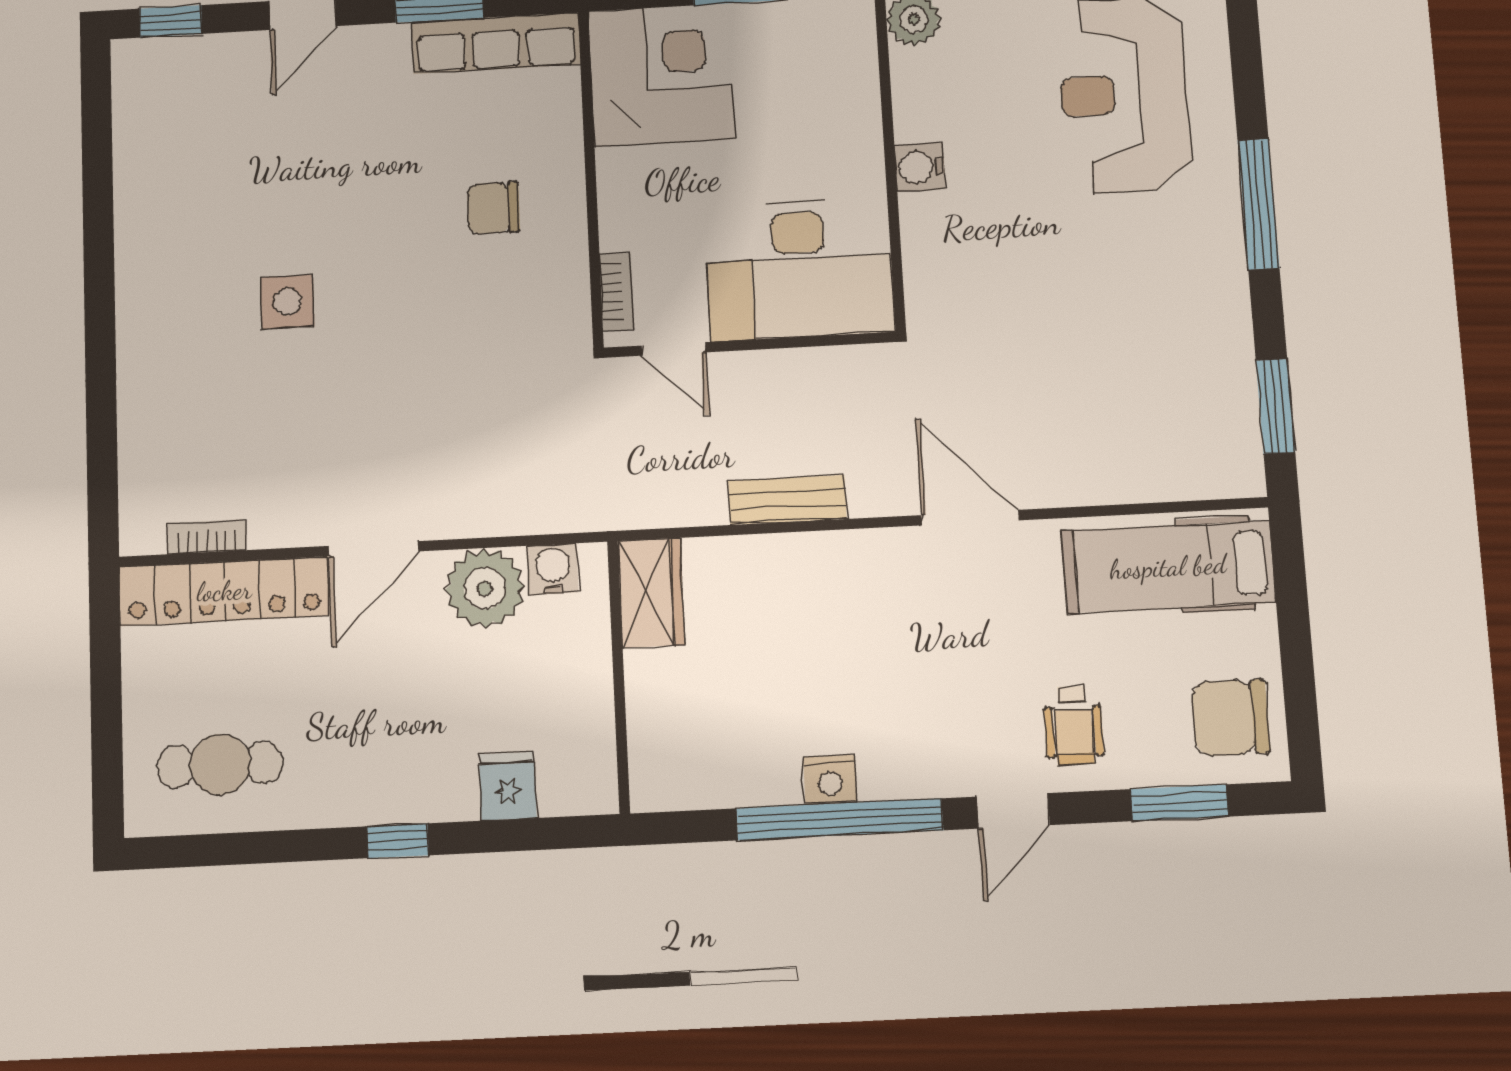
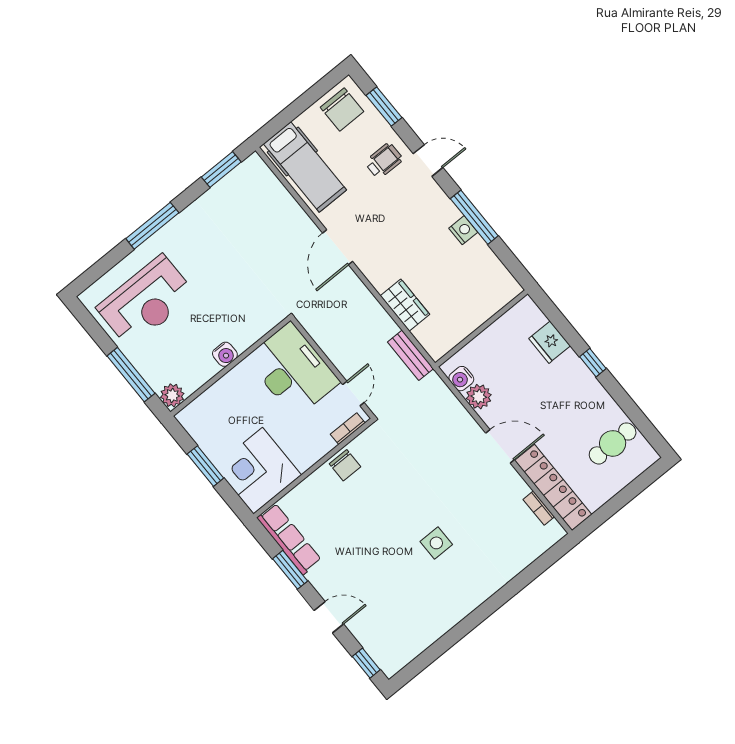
chair: (493, 208) -> (345, 465), moved
bench: (787, 500) -> (411, 355), moved
plant: (485, 588) -> (479, 397), width x0.73, depth x0.73
wardrobe: (651, 593) -> (405, 305), moved, turned 90
cafe table: (220, 764) -> (613, 443), turned 90
fridge: (508, 786) -> (550, 342), width x1.38
window: (840, 819) -> (474, 217), width x0.68

